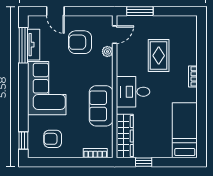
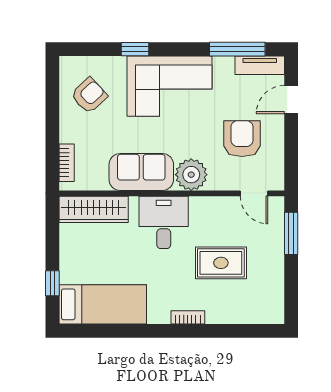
tv unit: (34, 45) -> (260, 65), moved
plant: (107, 51) -> (191, 175), moved, width x1.88, depth x1.88
armchair: (53, 139) -> (89, 95), turned 47
window: (23, 140) -> (135, 49), moved
window: (144, 162) -> (52, 283), moved

